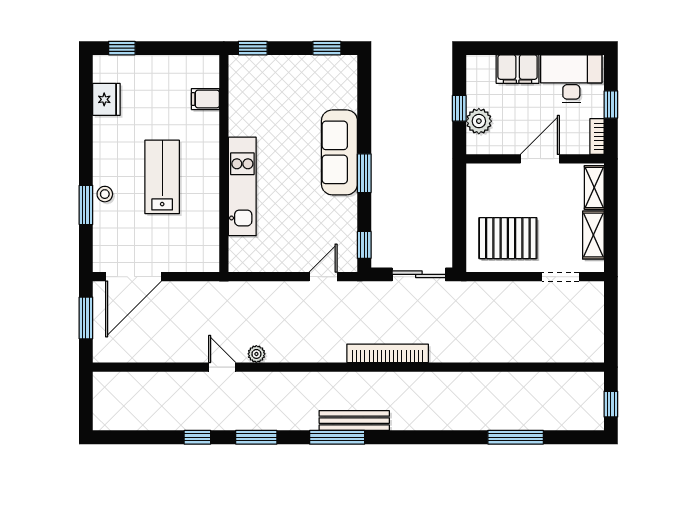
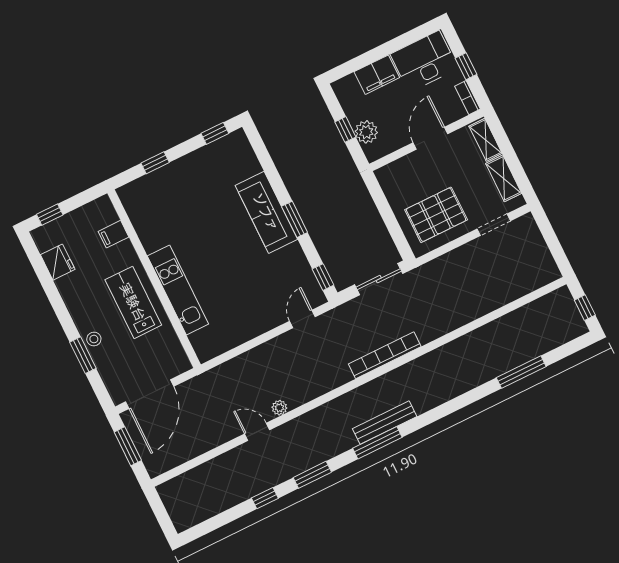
filing cabinet: (205, 99) -> (114, 234), moved
wall: (224, 163) -> (154, 279), moved
kitchen unit: (242, 186) -> (178, 290), moved

